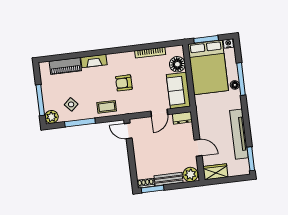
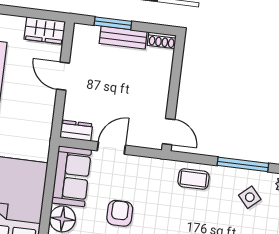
armchair: (124, 83) -> (120, 213), moved, turned -90
plant: (190, 174) -> (86, 36), removed
window: (153, 189) -> (113, 23), moved

